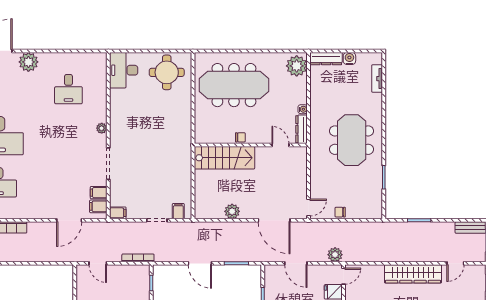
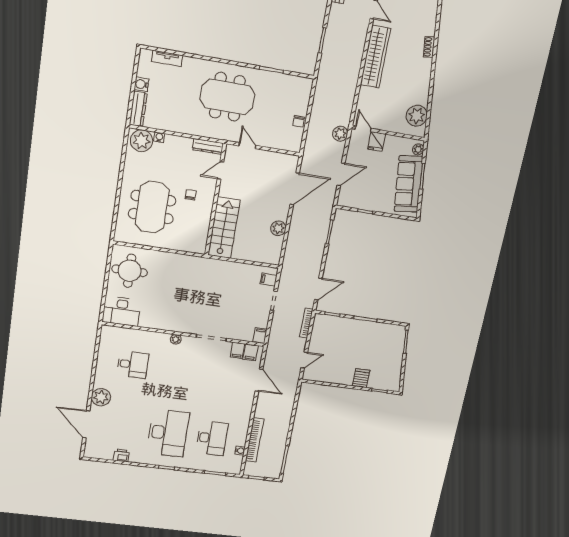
meeting table: (234, 85) -> (152, 207), width x0.73
water cooler: (303, 109) -> (159, 137), moved
chair: (240, 137) -> (191, 195), moved
door: (309, 208) -> (247, 146), moved
door: (200, 263) -> (318, 289), moved

